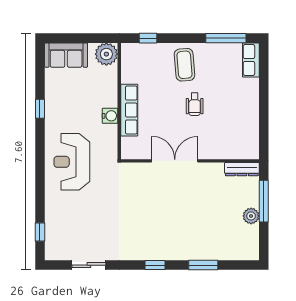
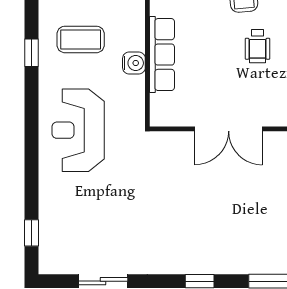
coffee table: (74, 100) -> (81, 39), added
double door: (175, 161) -> (229, 129), swing flipped

